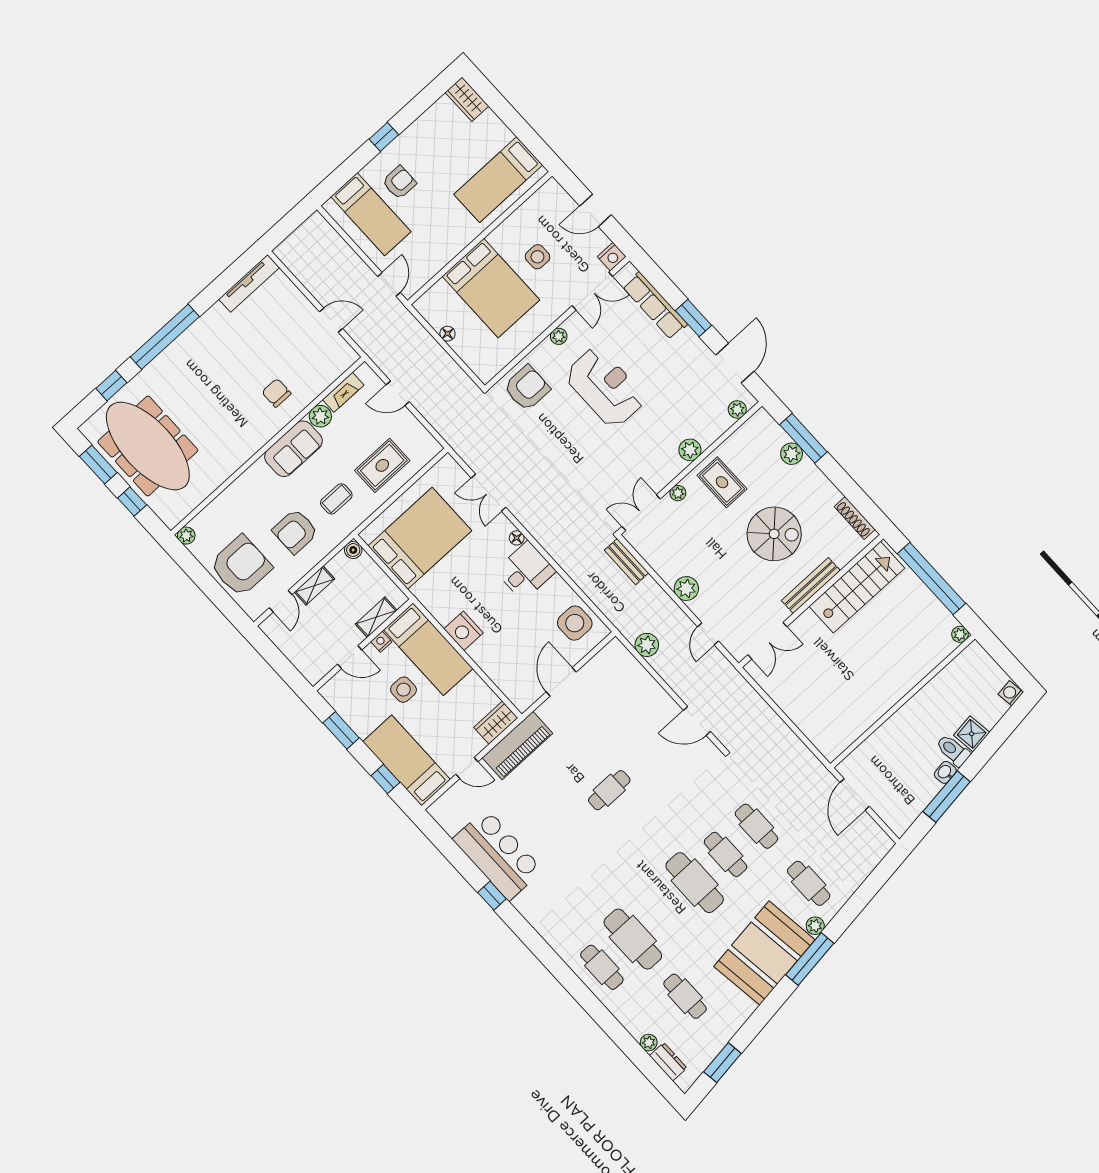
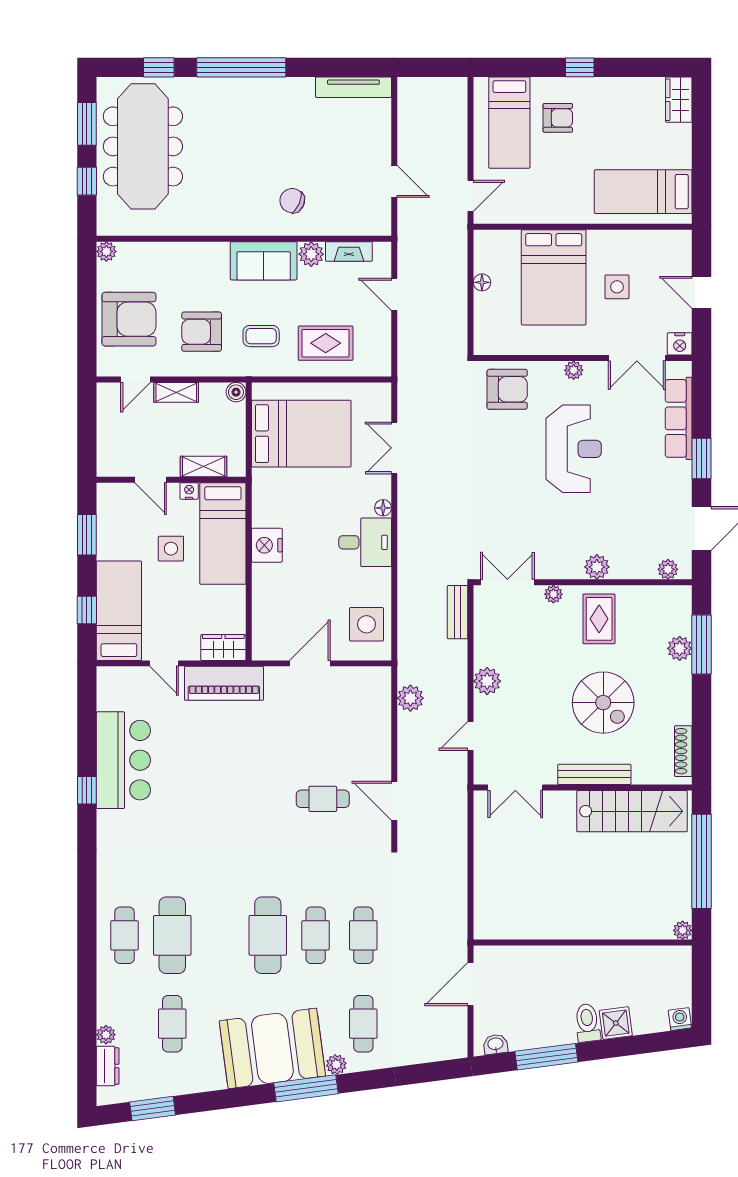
chair: (276, 393) -> (292, 201), turned -67
washbasin: (945, 772) -> (495, 1044), moved
cafe table: (609, 790) -> (323, 799), moved

